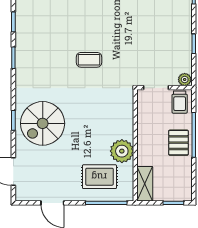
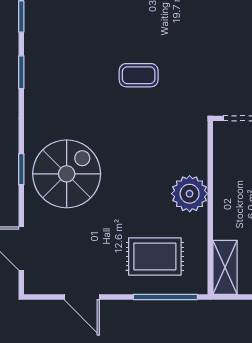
spiral stairs: (43, 123) -> (67, 174), turned 180
plant: (122, 151) -> (190, 194), moved

